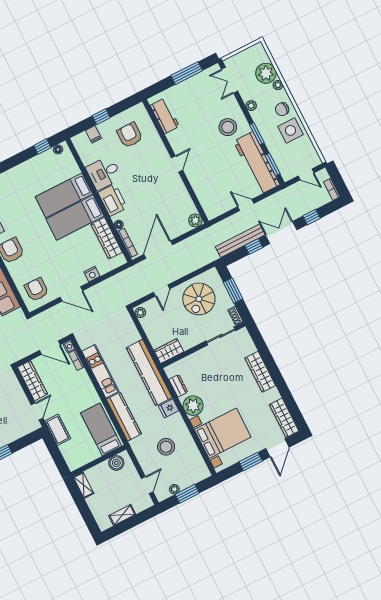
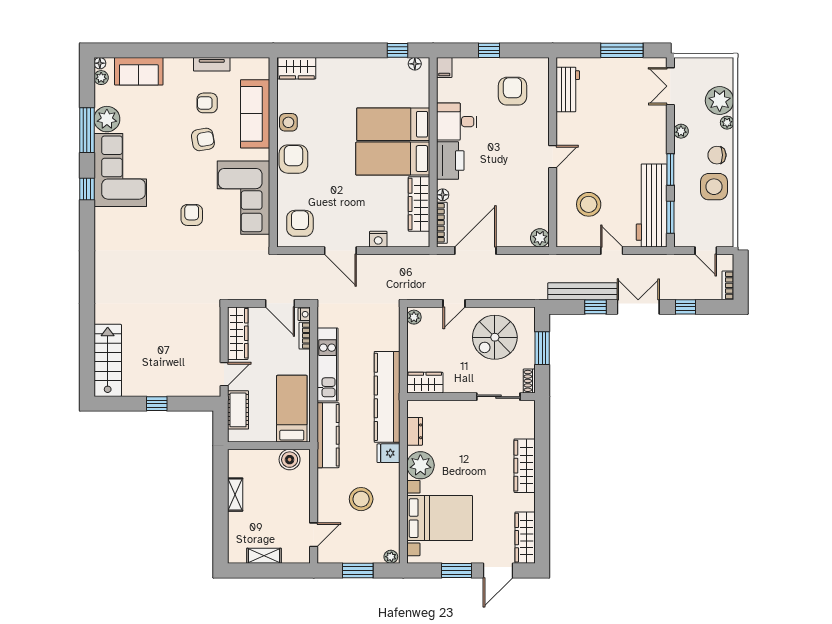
stool: (228, 127) -> (589, 204), moved
filing cabinet: (93, 134) -> (444, 67), moved
bed: (101, 429) -> (292, 409), moved
wall: (98, 461) -> (269, 446), moved
boiler: (116, 463) -> (290, 460), moved
plant: (174, 489) -> (391, 557), moved

